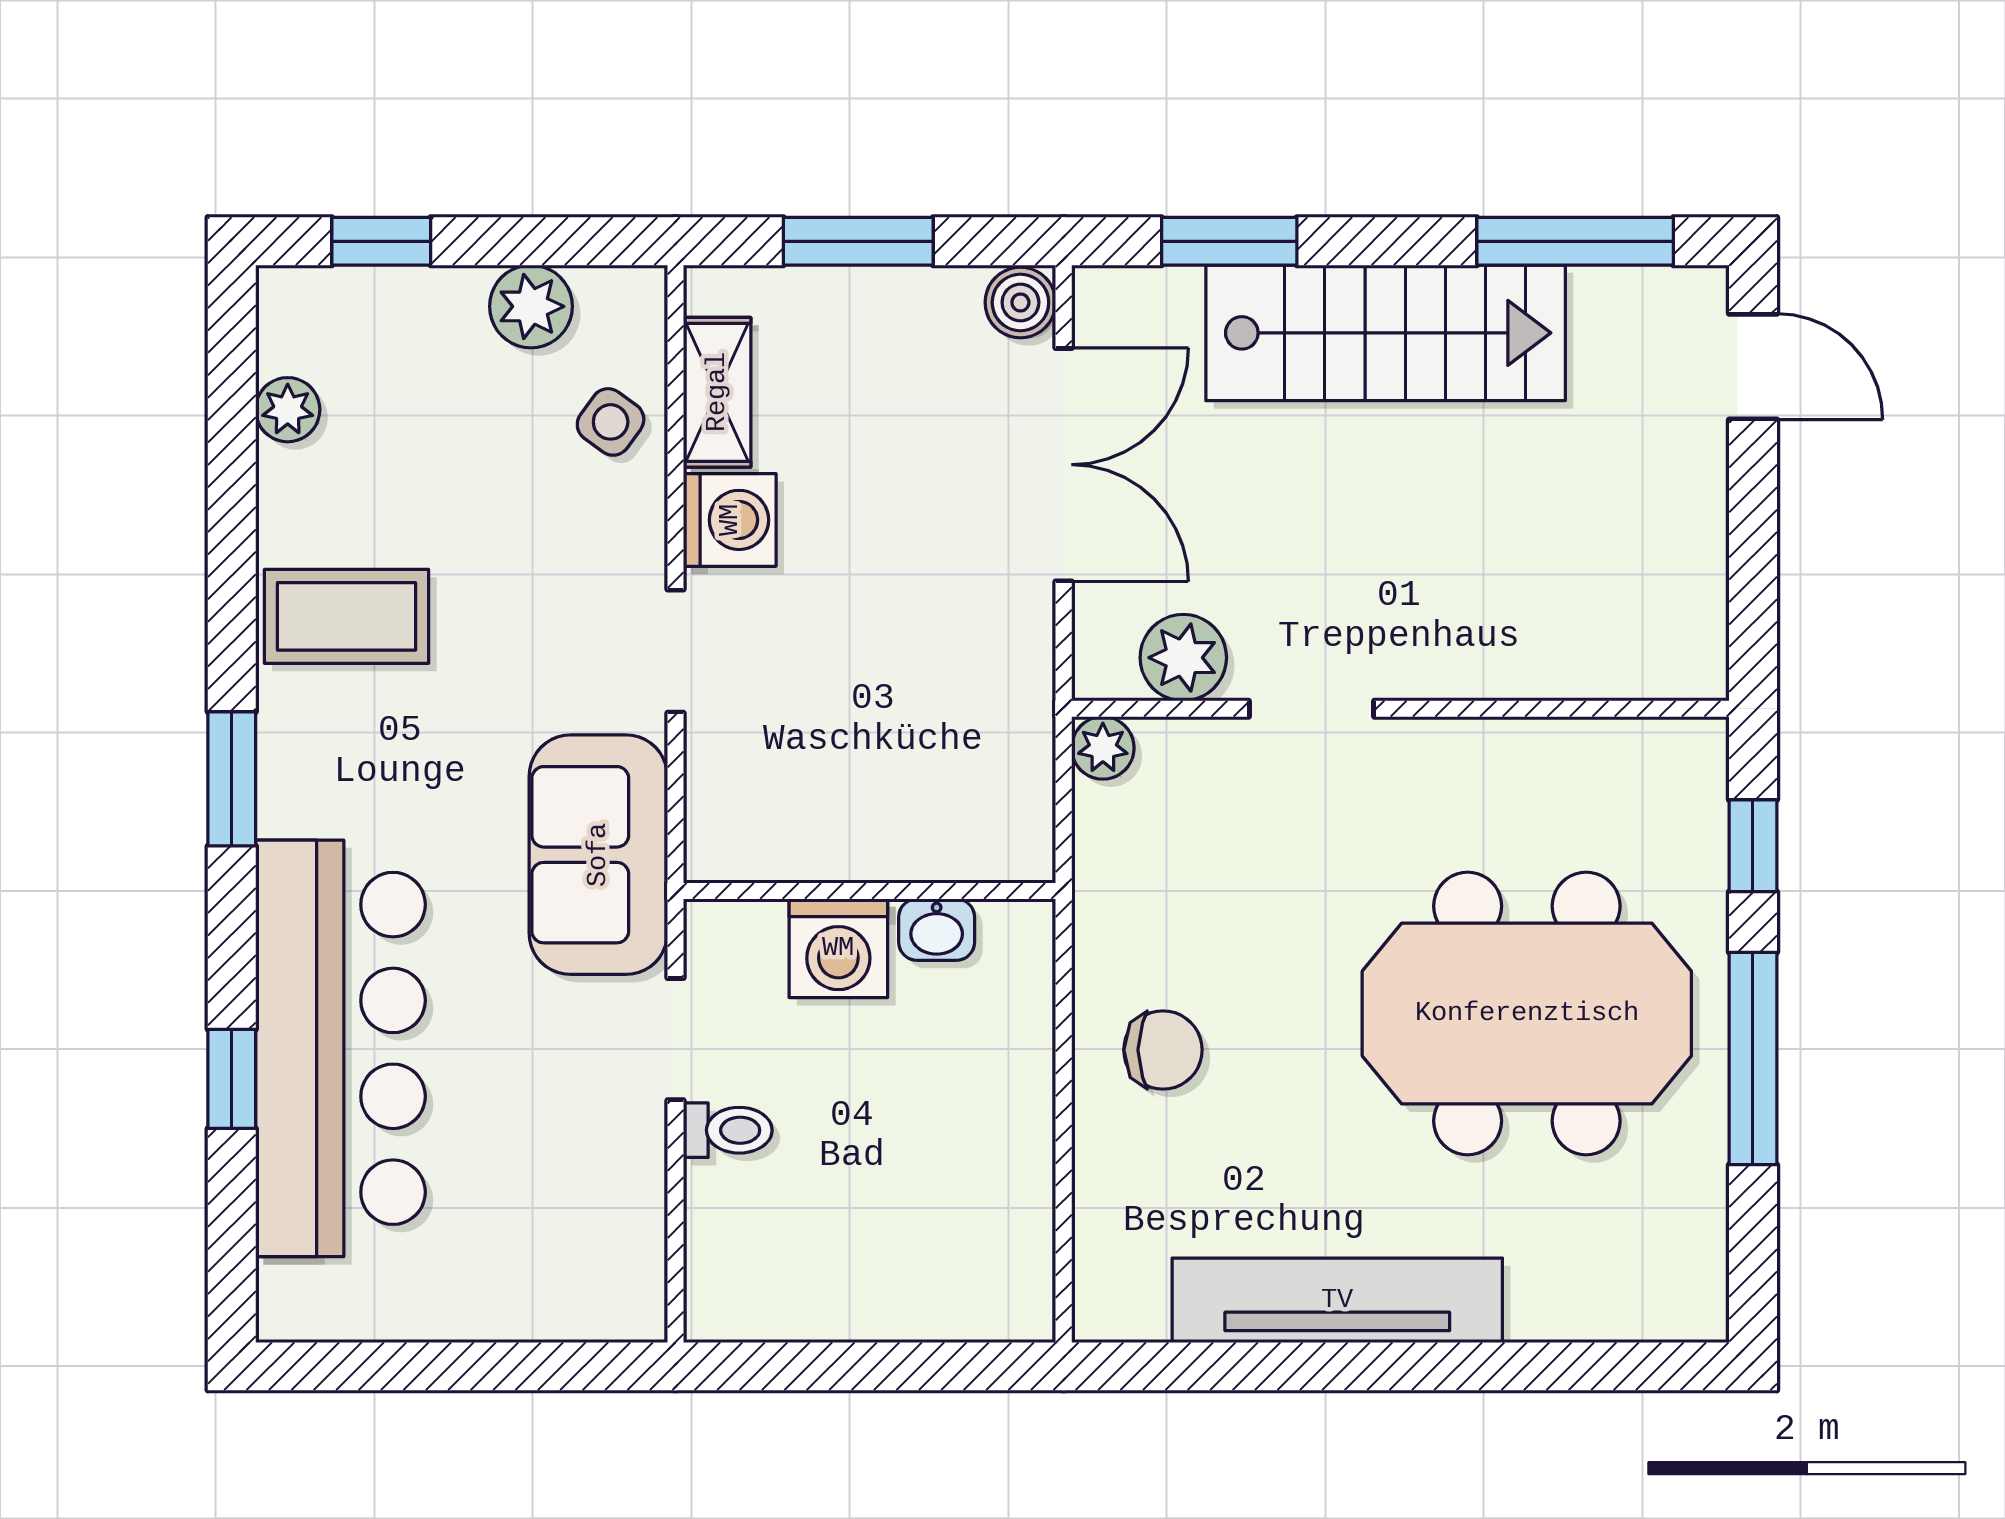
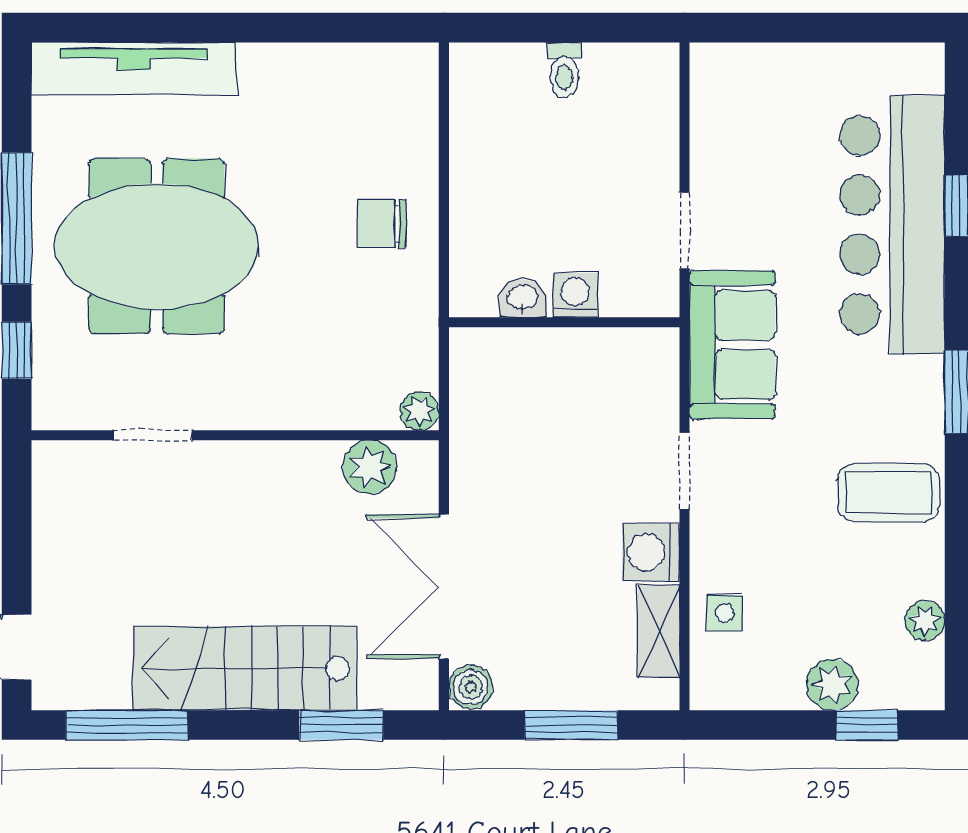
plant: (531, 306) -> (832, 685), moved
side table: (611, 422) -> (725, 613), turned -36
doorway: (1311, 709) -> (153, 435), moved
washing machine: (838, 948) -> (575, 295), width x0.73, depth x0.73
toilet: (728, 1130) -> (564, 70), moved, turned -90
tv unit: (1337, 1300) -> (134, 68), moved

